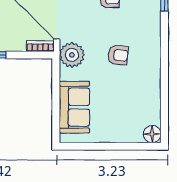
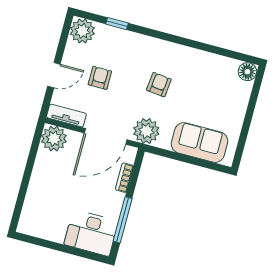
bookcase: (40, 46) -> (124, 178), moved

